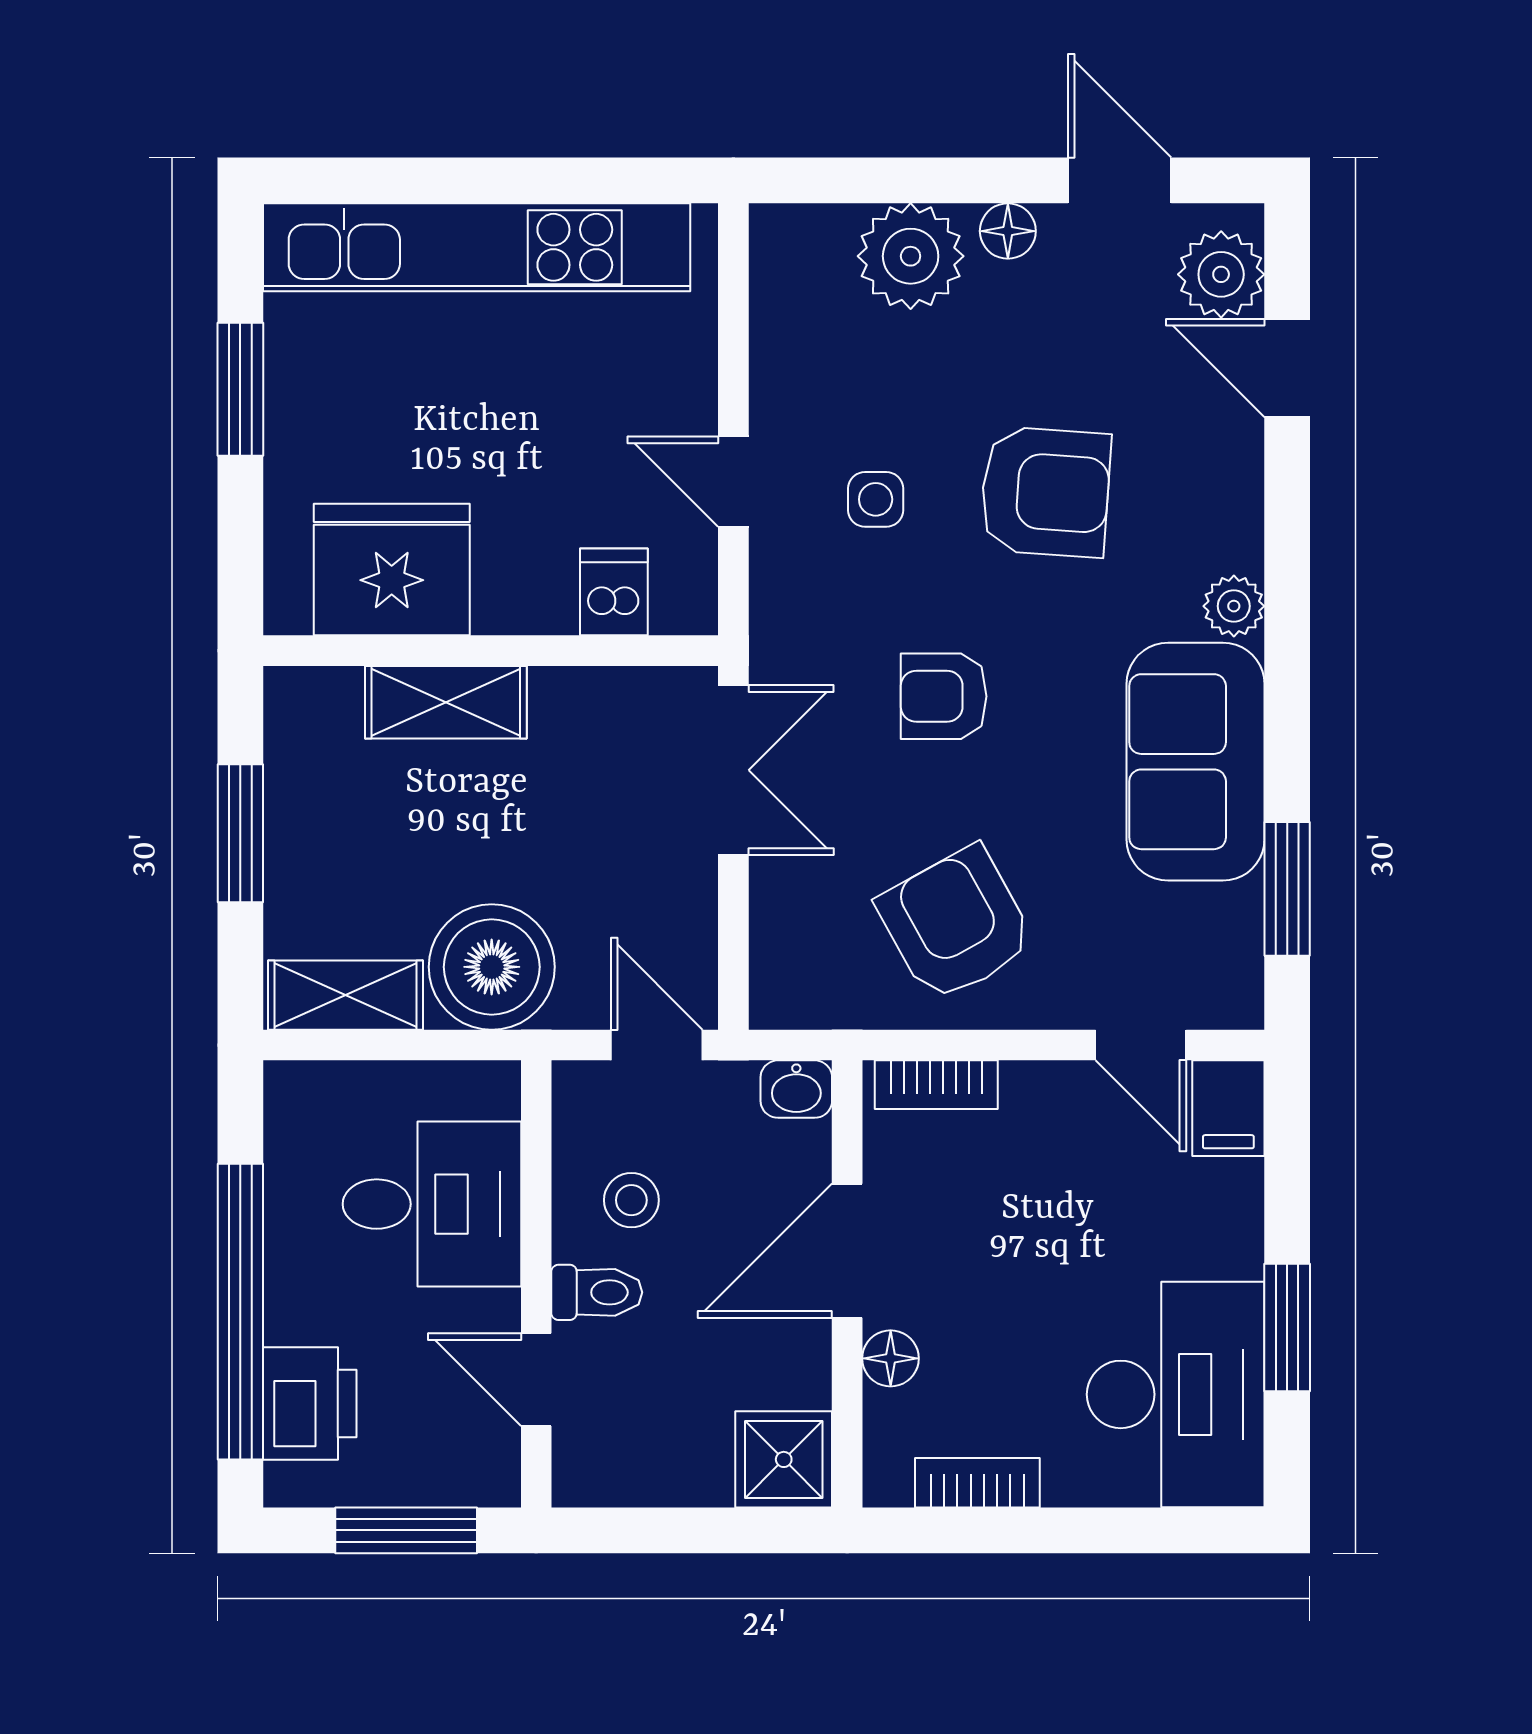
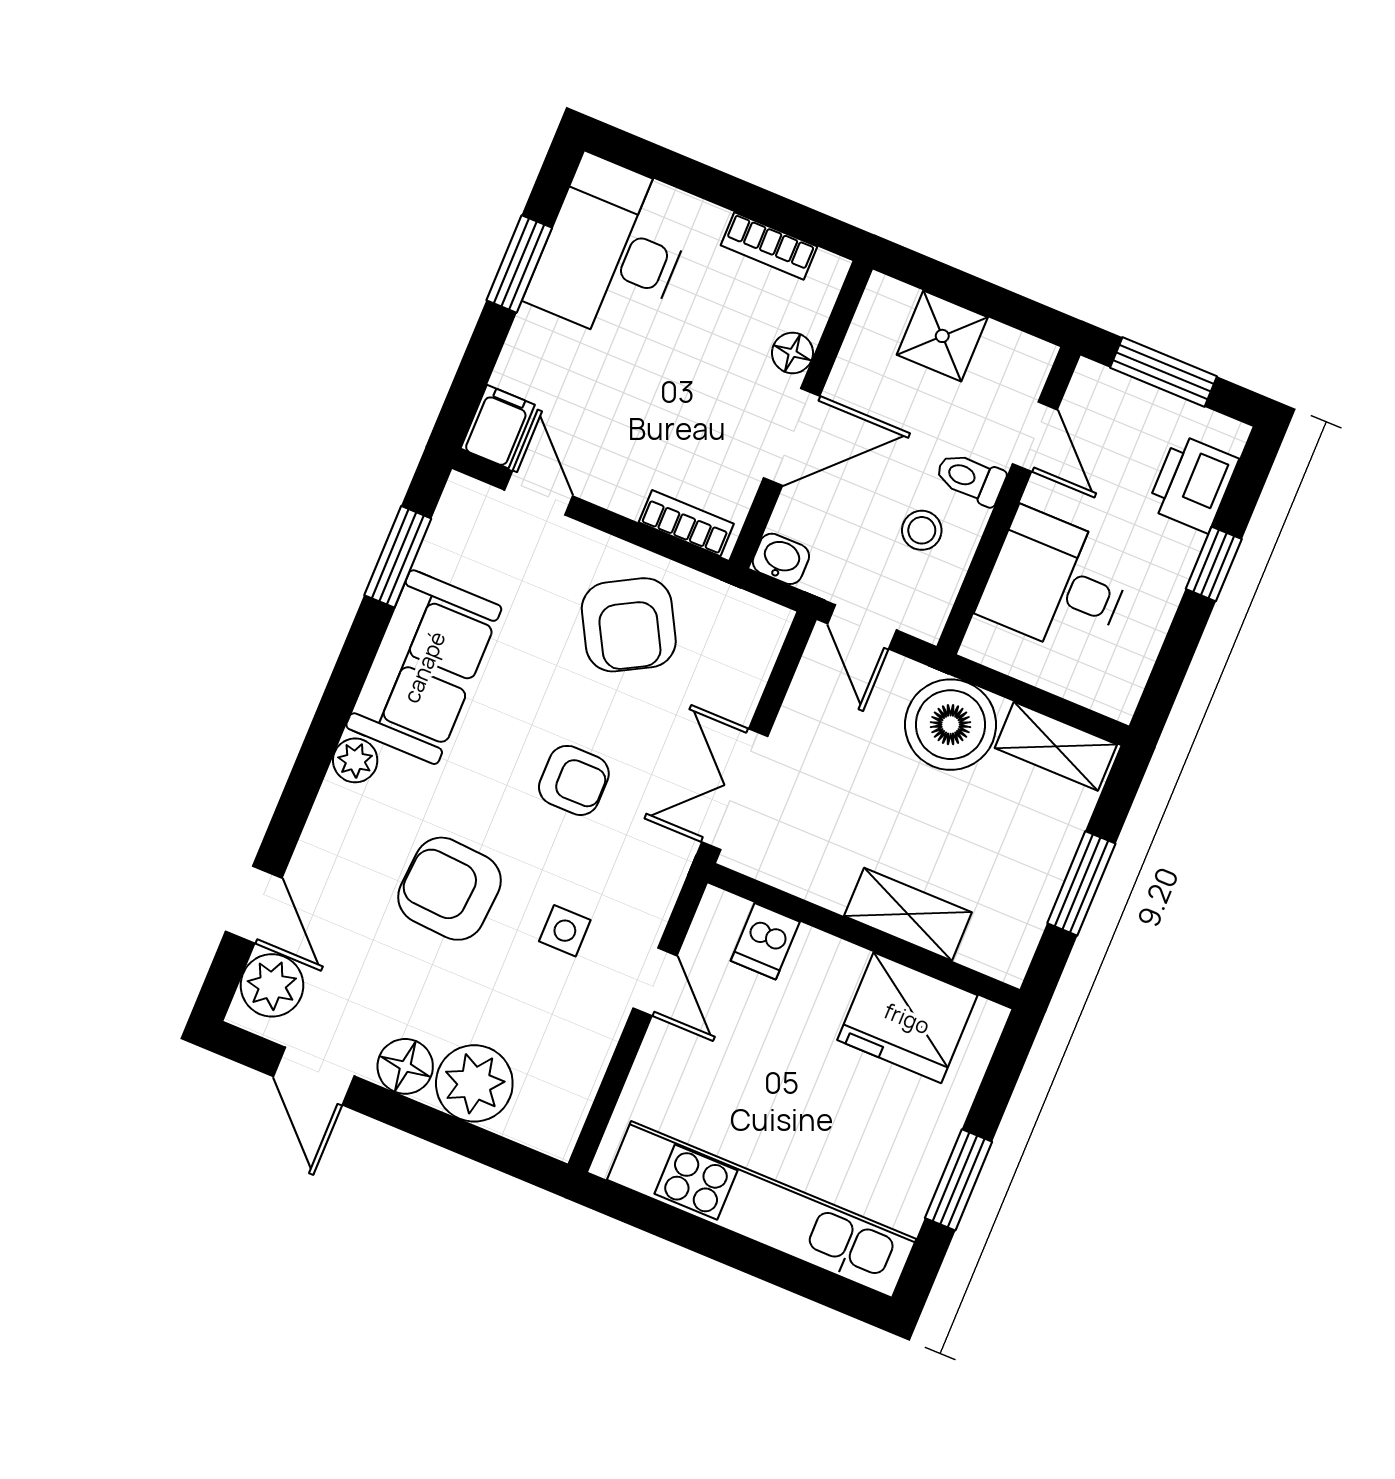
floor lamp: (1008, 231) -> (405, 1066), width x1.37, depth x1.37
window: (240, 1312) -> (1214, 564), width x0.32
shower: (784, 1459) -> (942, 336), moved

